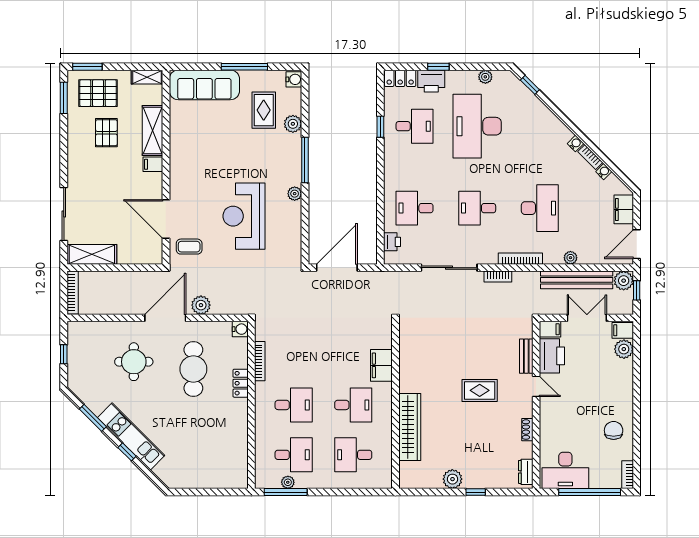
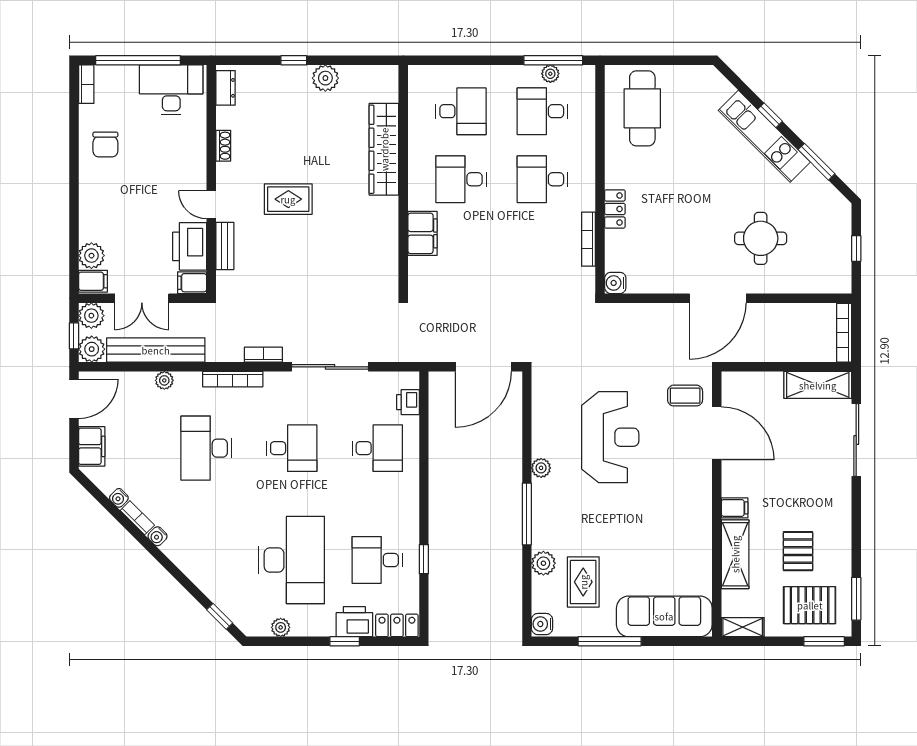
plant: (201, 305) -> (91, 316), moved
cafe table: (193, 369) -> (642, 108), moved

